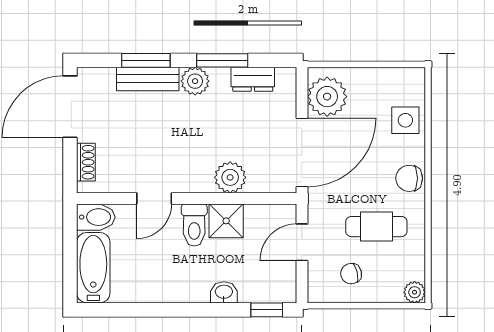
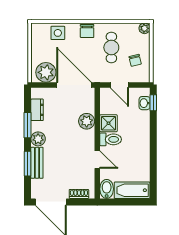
washbasin: (224, 292) -> (145, 103), moved

